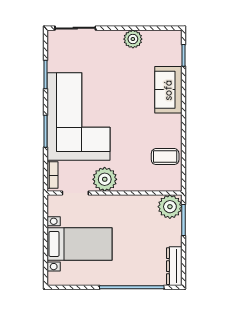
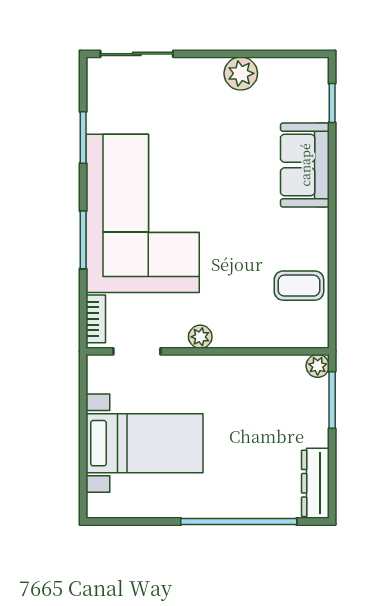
plant: (105, 179) -> (200, 337), width x0.53, depth x0.53
plant: (170, 207) -> (318, 366), width x0.53, depth x0.53

